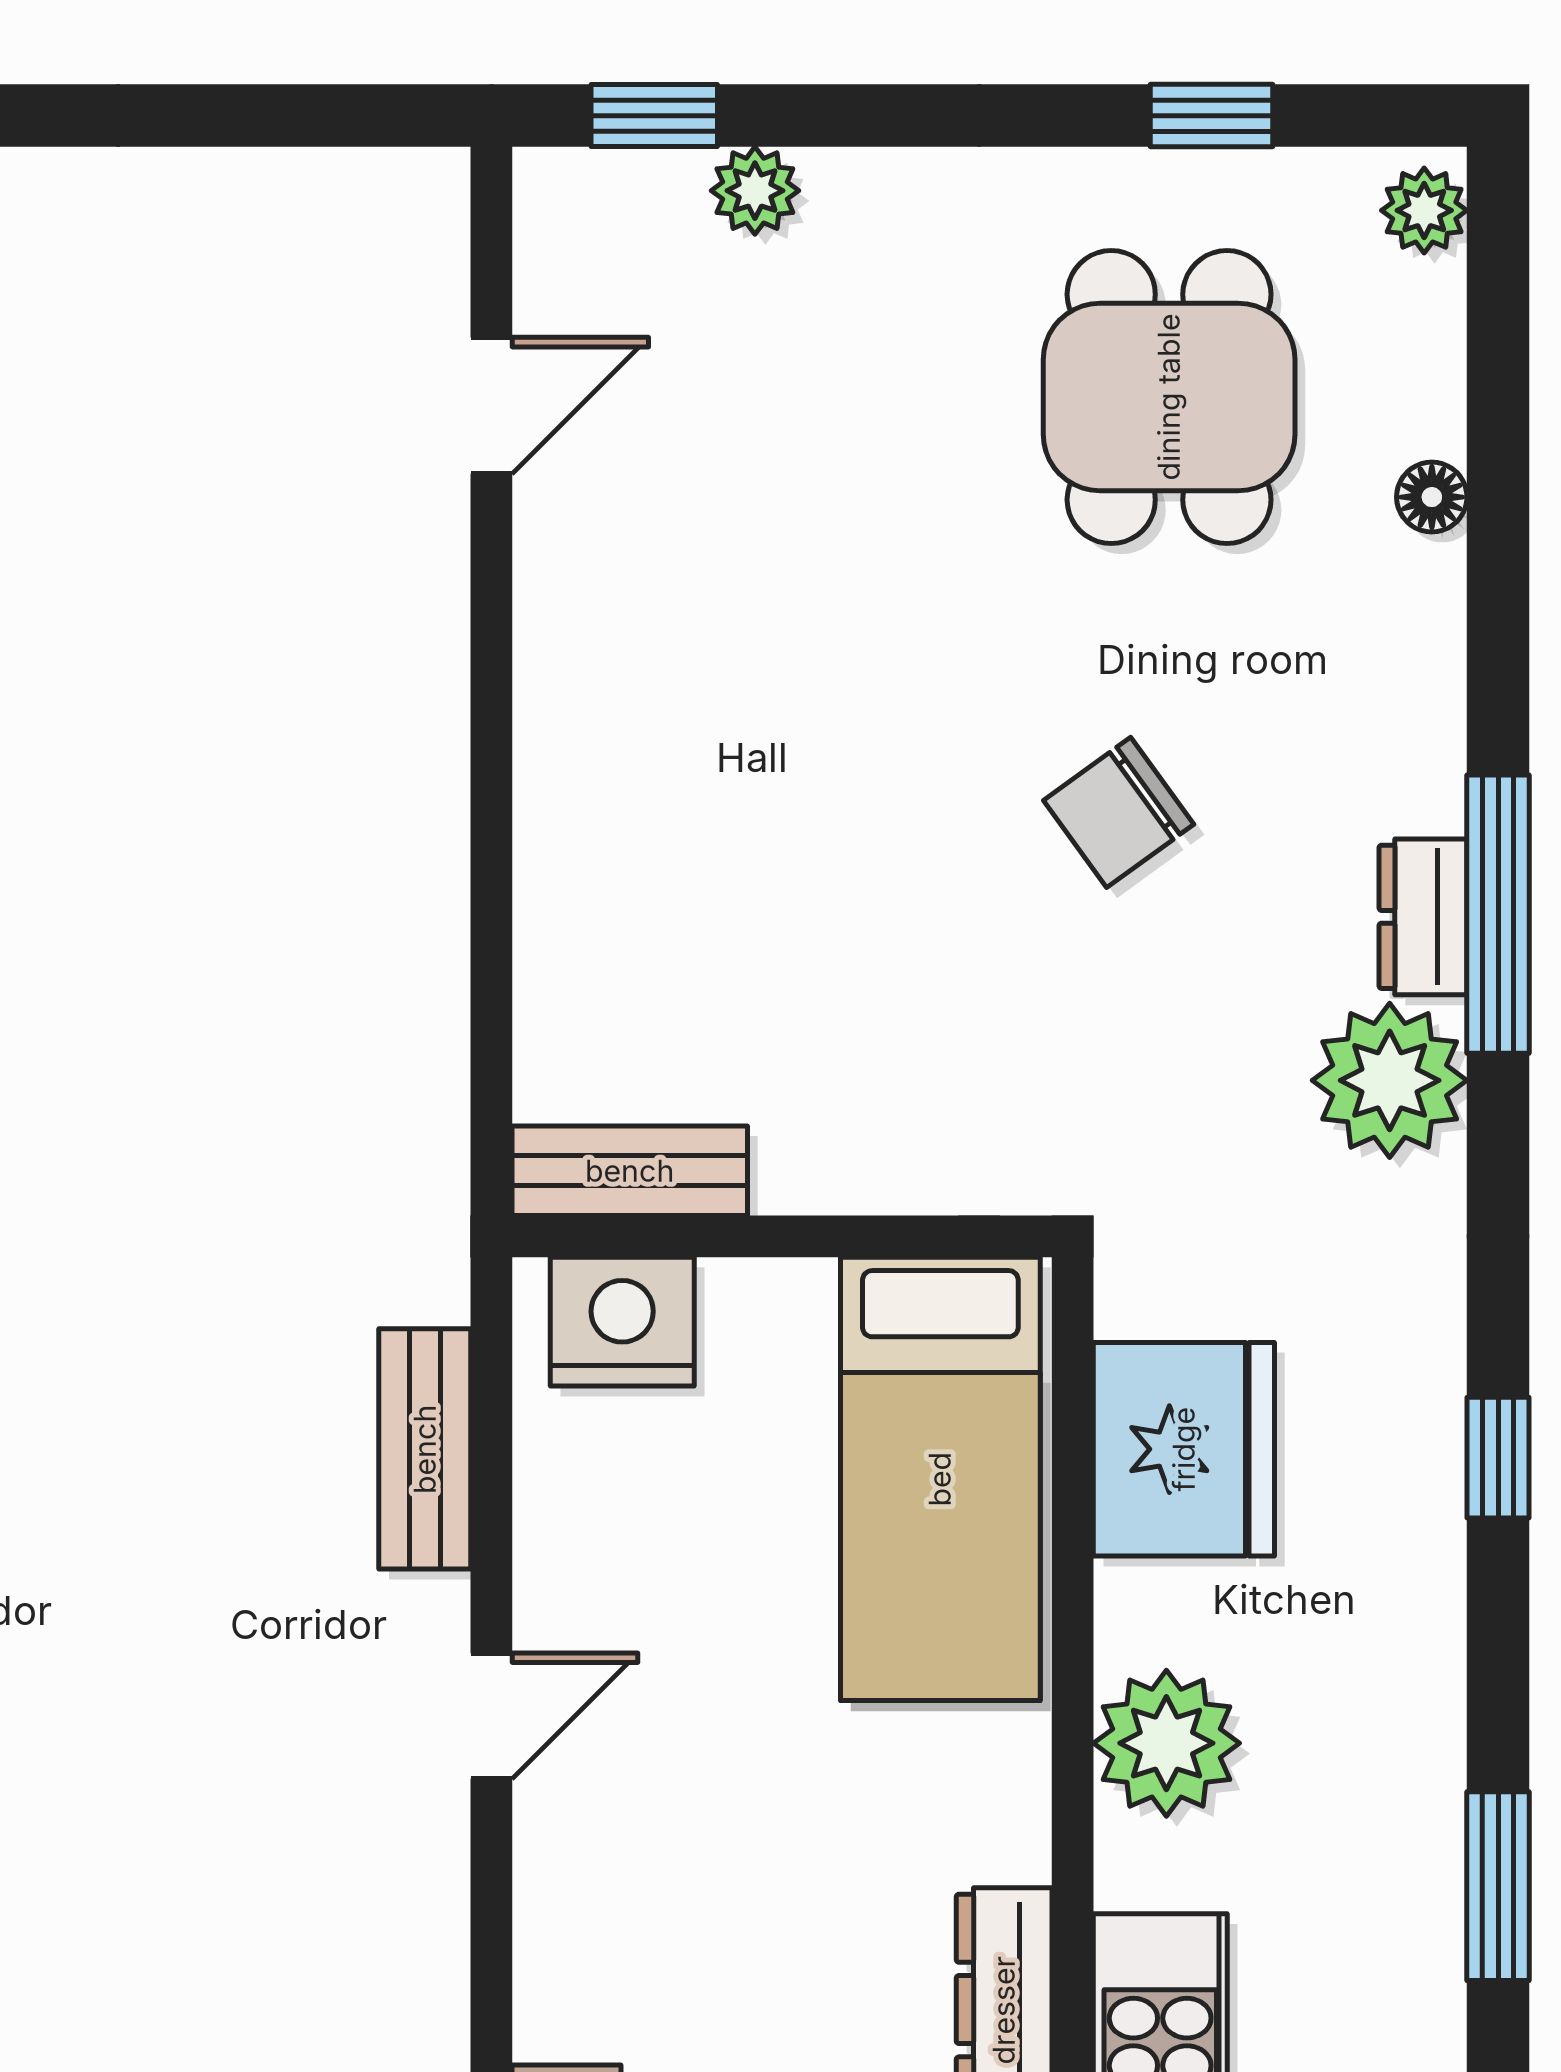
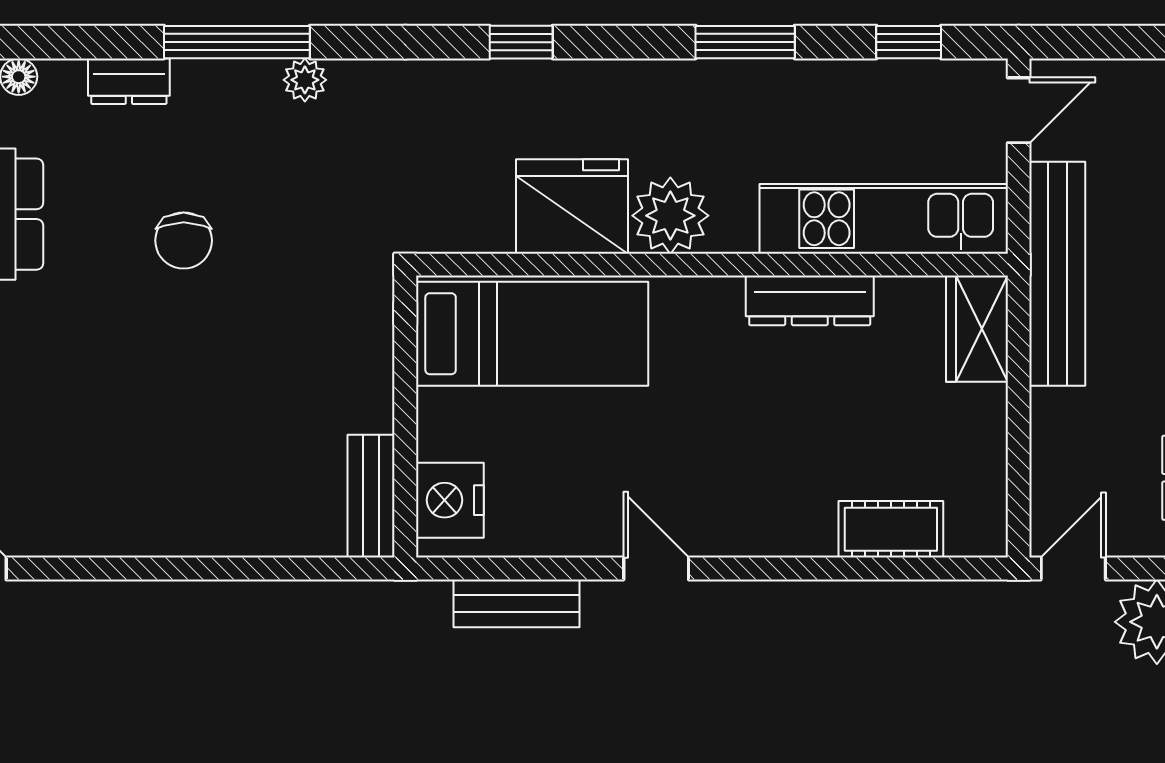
chair: (1119, 812) -> (184, 240), turned 36
dresser: (1423, 917) -> (129, 81), moved
plant: (1390, 1080) -> (305, 80), width x0.53, depth x0.53
fridge: (1184, 1449) -> (572, 206), moved

